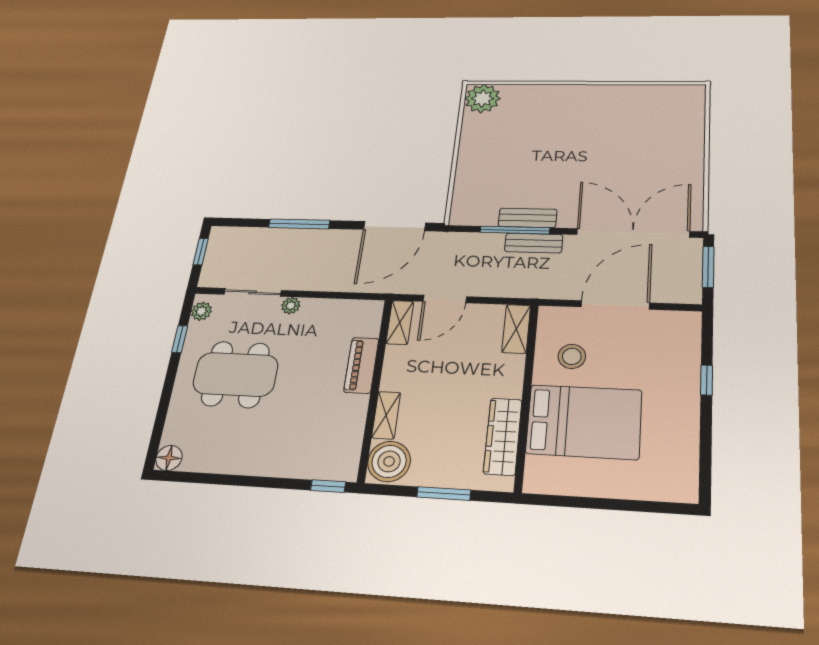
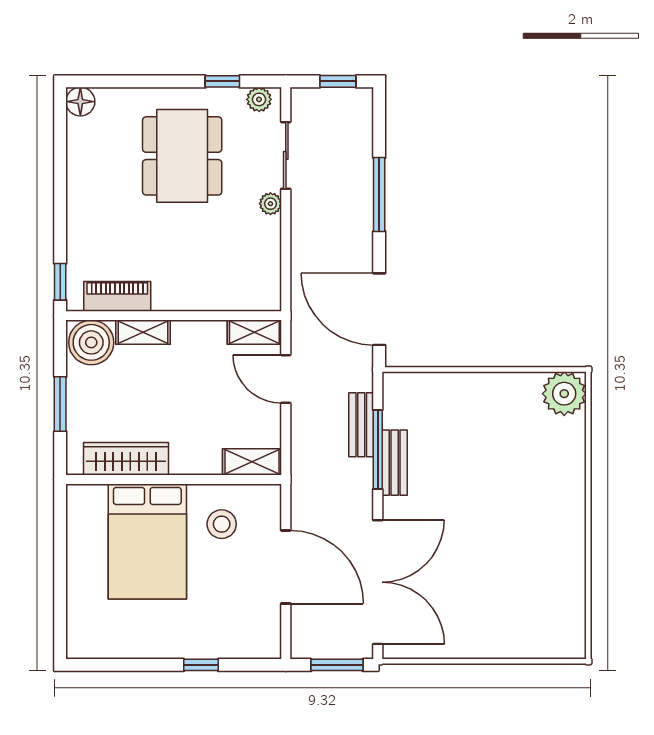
bench: (534, 243) -> (361, 425), moved
piano: (361, 365) -> (117, 296), moved

